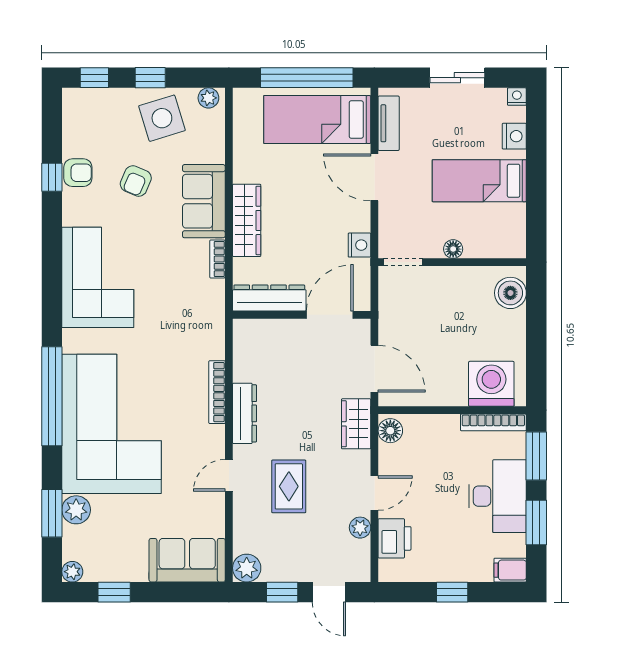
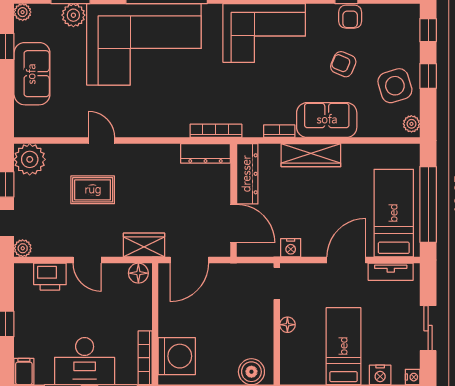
bookcase: (217, 392) -> (216, 131), moved
dresser: (244, 413) -> (205, 153), moved
plant: (360, 528) -> (23, 248), moved
sofa: (187, 560) -> (32, 74), moved
plant: (247, 568) -> (30, 159), width x1.36, depth x1.36

